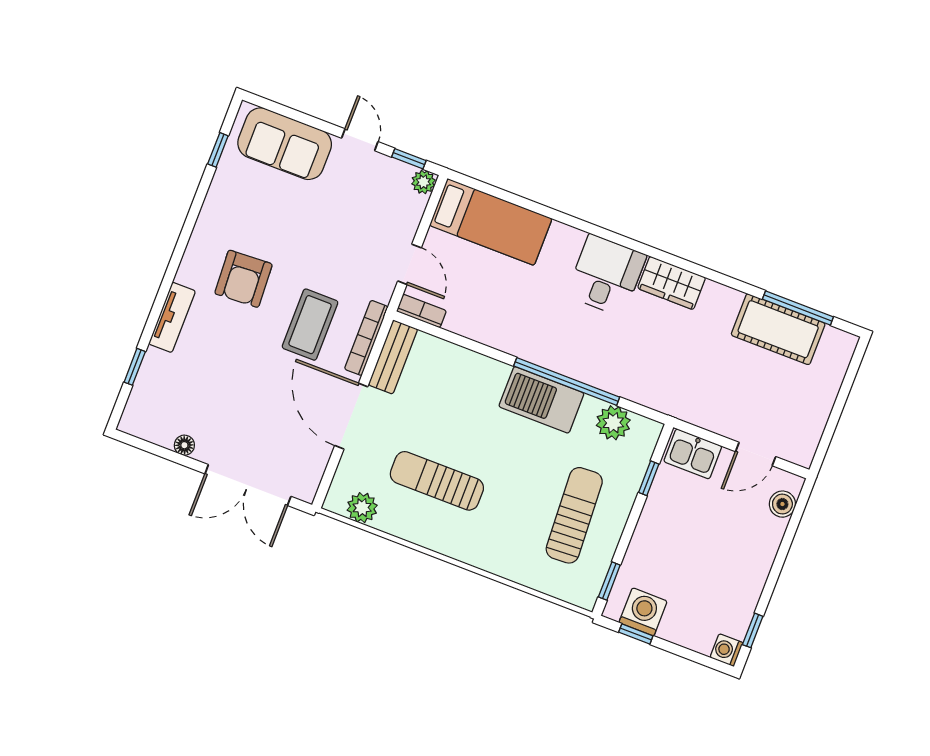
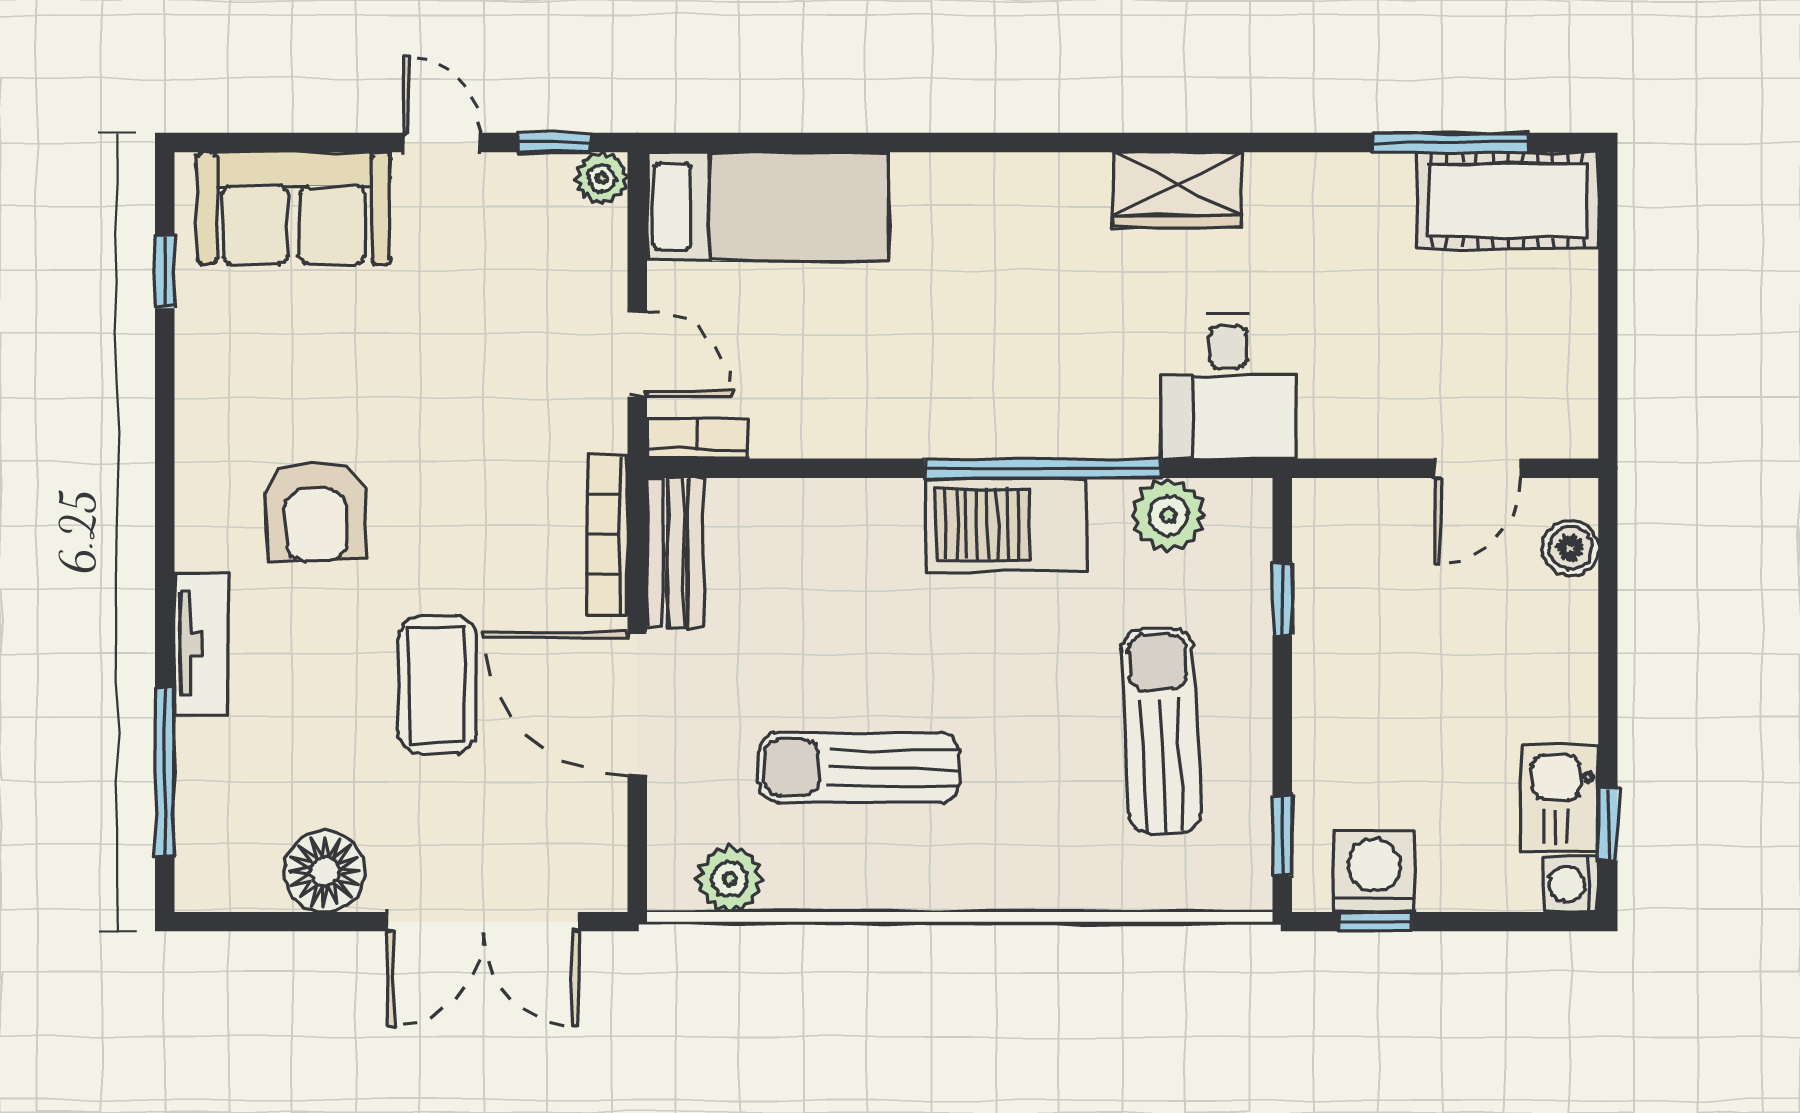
desk: (606, 275) -> (1228, 386), moved, turned 180
coffee table: (310, 325) -> (437, 685), moved
cot: (778, 329) -> (1508, 200), moved
window: (135, 367) -> (165, 772), width x2.17
floor lamp: (184, 445) -> (325, 871), width x1.89, depth x1.89
kitchen sink: (693, 454) -> (1560, 798), moved, turned 90

